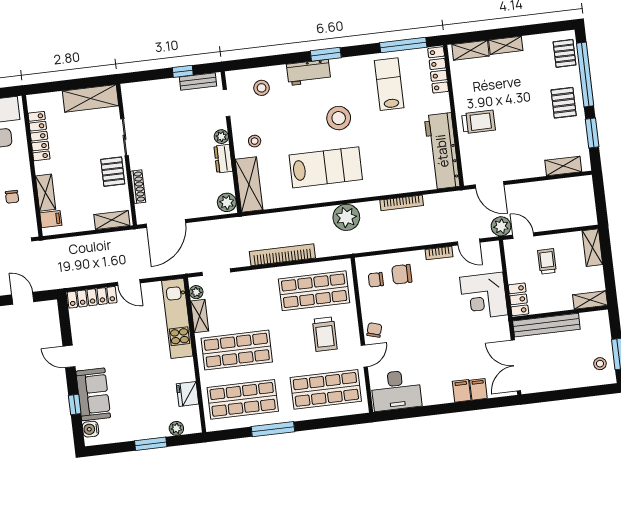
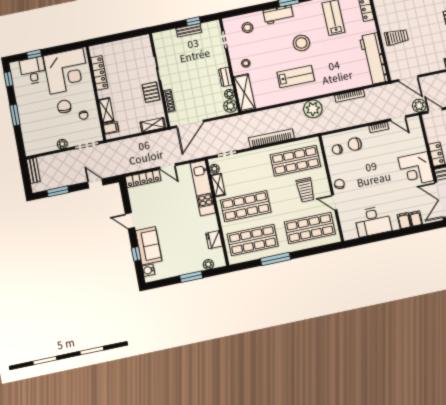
bench: (198, 82) -> (189, 30), moved
shelving: (91, 98) -> (132, 45), removed
plant: (221, 137) -> (229, 94), moved
lab bench: (326, 167) -> (296, 77), width x0.73, depth x0.72
corner desk: (484, 296) -> (416, 169), moved
door: (364, 356) -> (334, 202), swing flipped
desk: (396, 390) -> (373, 221), moved

